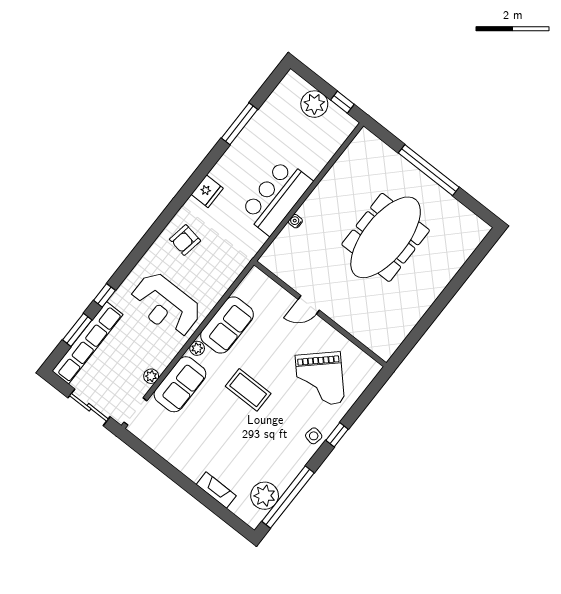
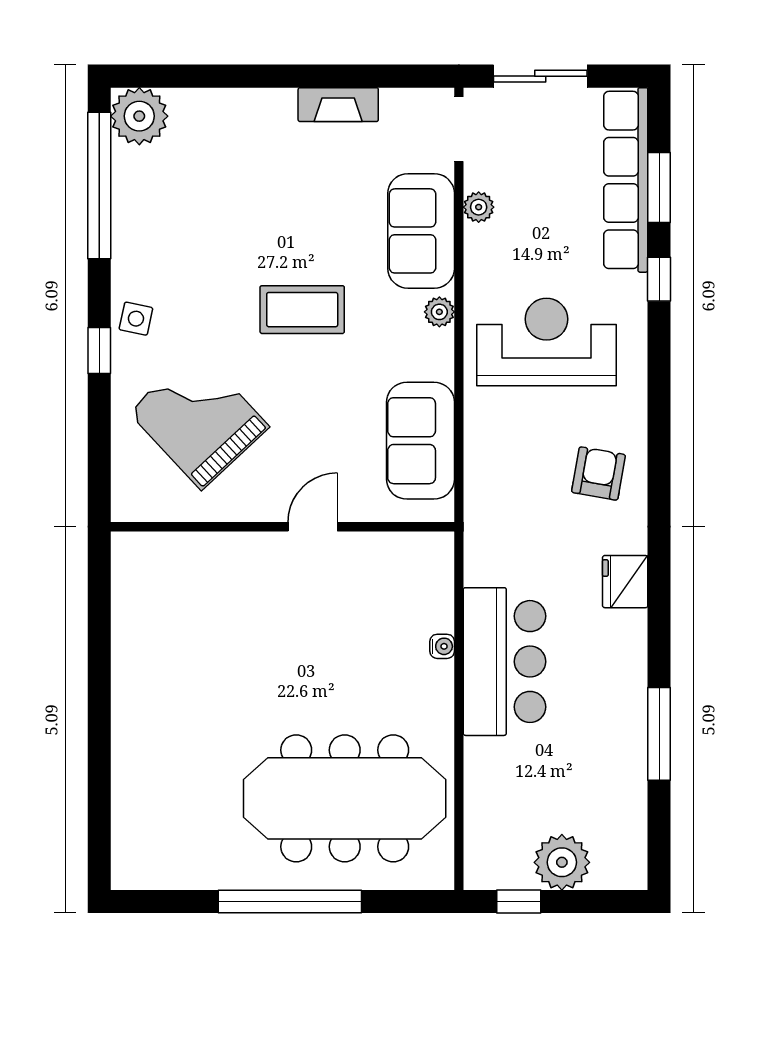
meeting table: (386, 237) -> (345, 798), moved, turned 90
sofa: (227, 325) -> (420, 441), moved
fireplace: (216, 490) -> (338, 105), moved
plant: (265, 496) -> (139, 116), moved

